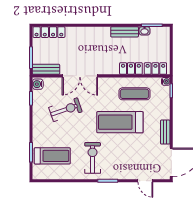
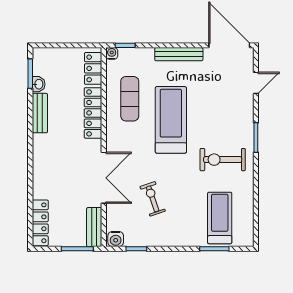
locker: (131, 69) -> (93, 113), width x1.53
exercise bike: (65, 110) -> (153, 199), width x0.73, depth x0.72
treadmill: (120, 122) -> (171, 120), turned 180
bench: (165, 132) -> (179, 54), width x1.36

